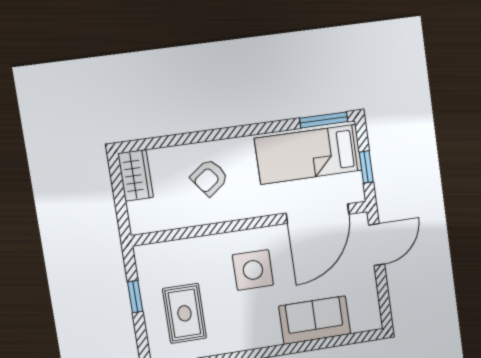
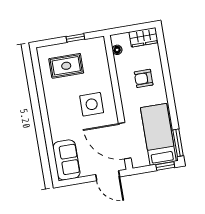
window: (366, 167) -> (165, 166), moved
armchair: (209, 177) -> (144, 78), turned -53
floor lamp: (158, 223) -> (117, 50), added
sofa: (315, 320) -> (66, 160), moved

